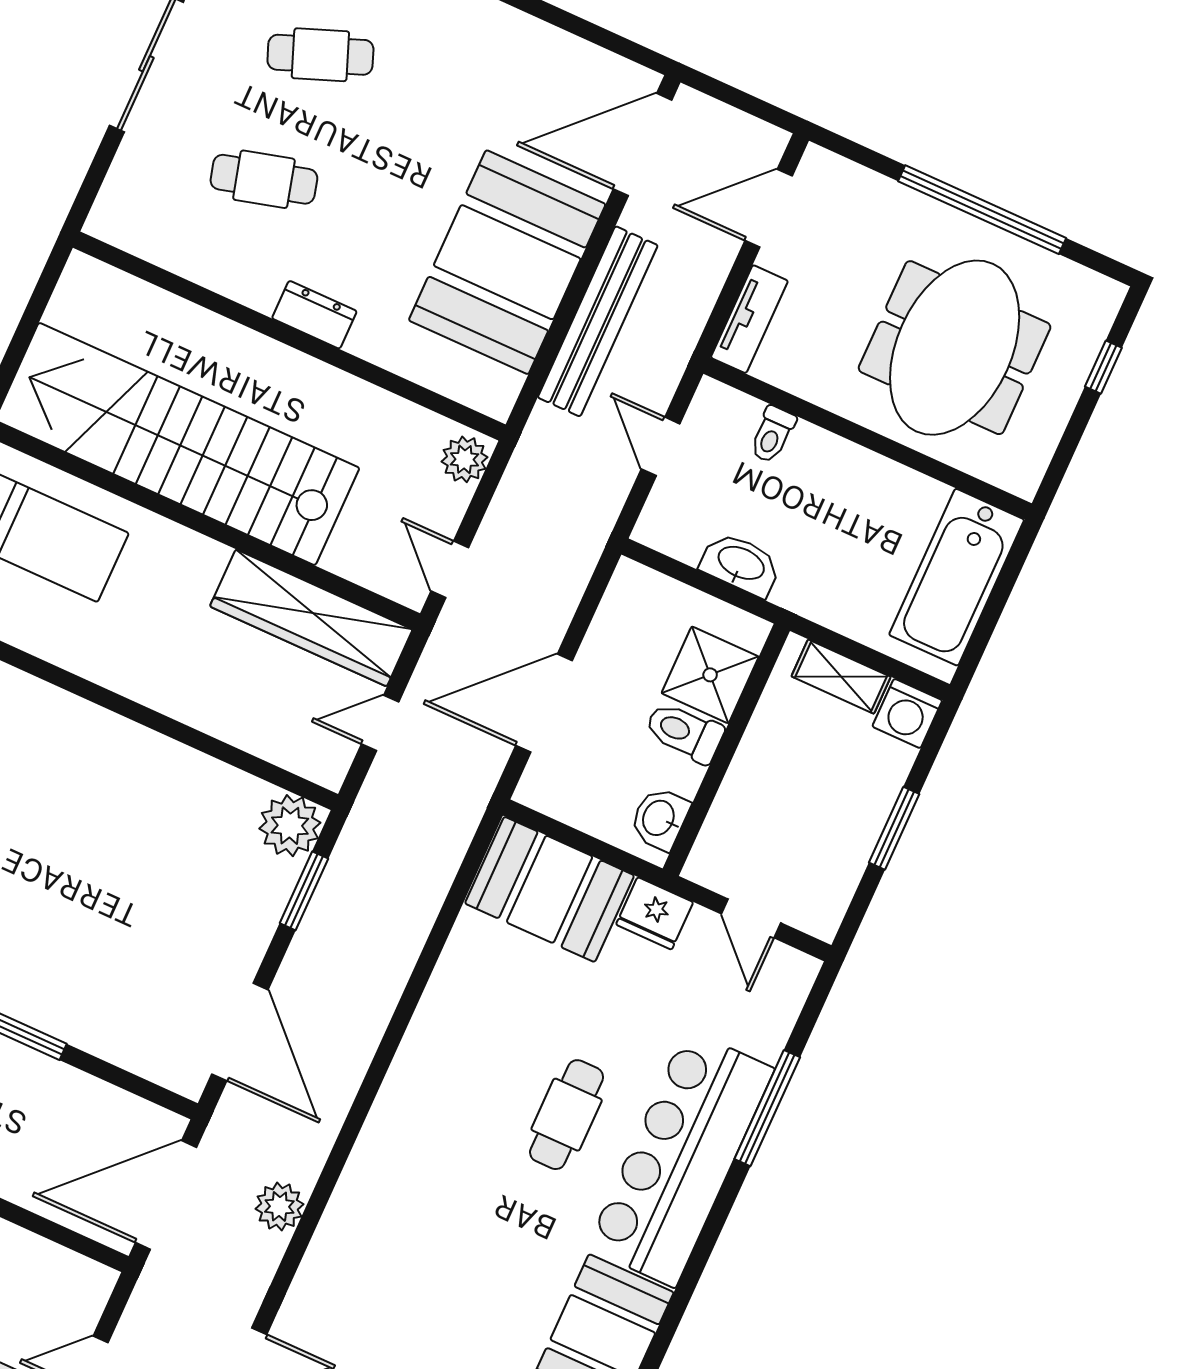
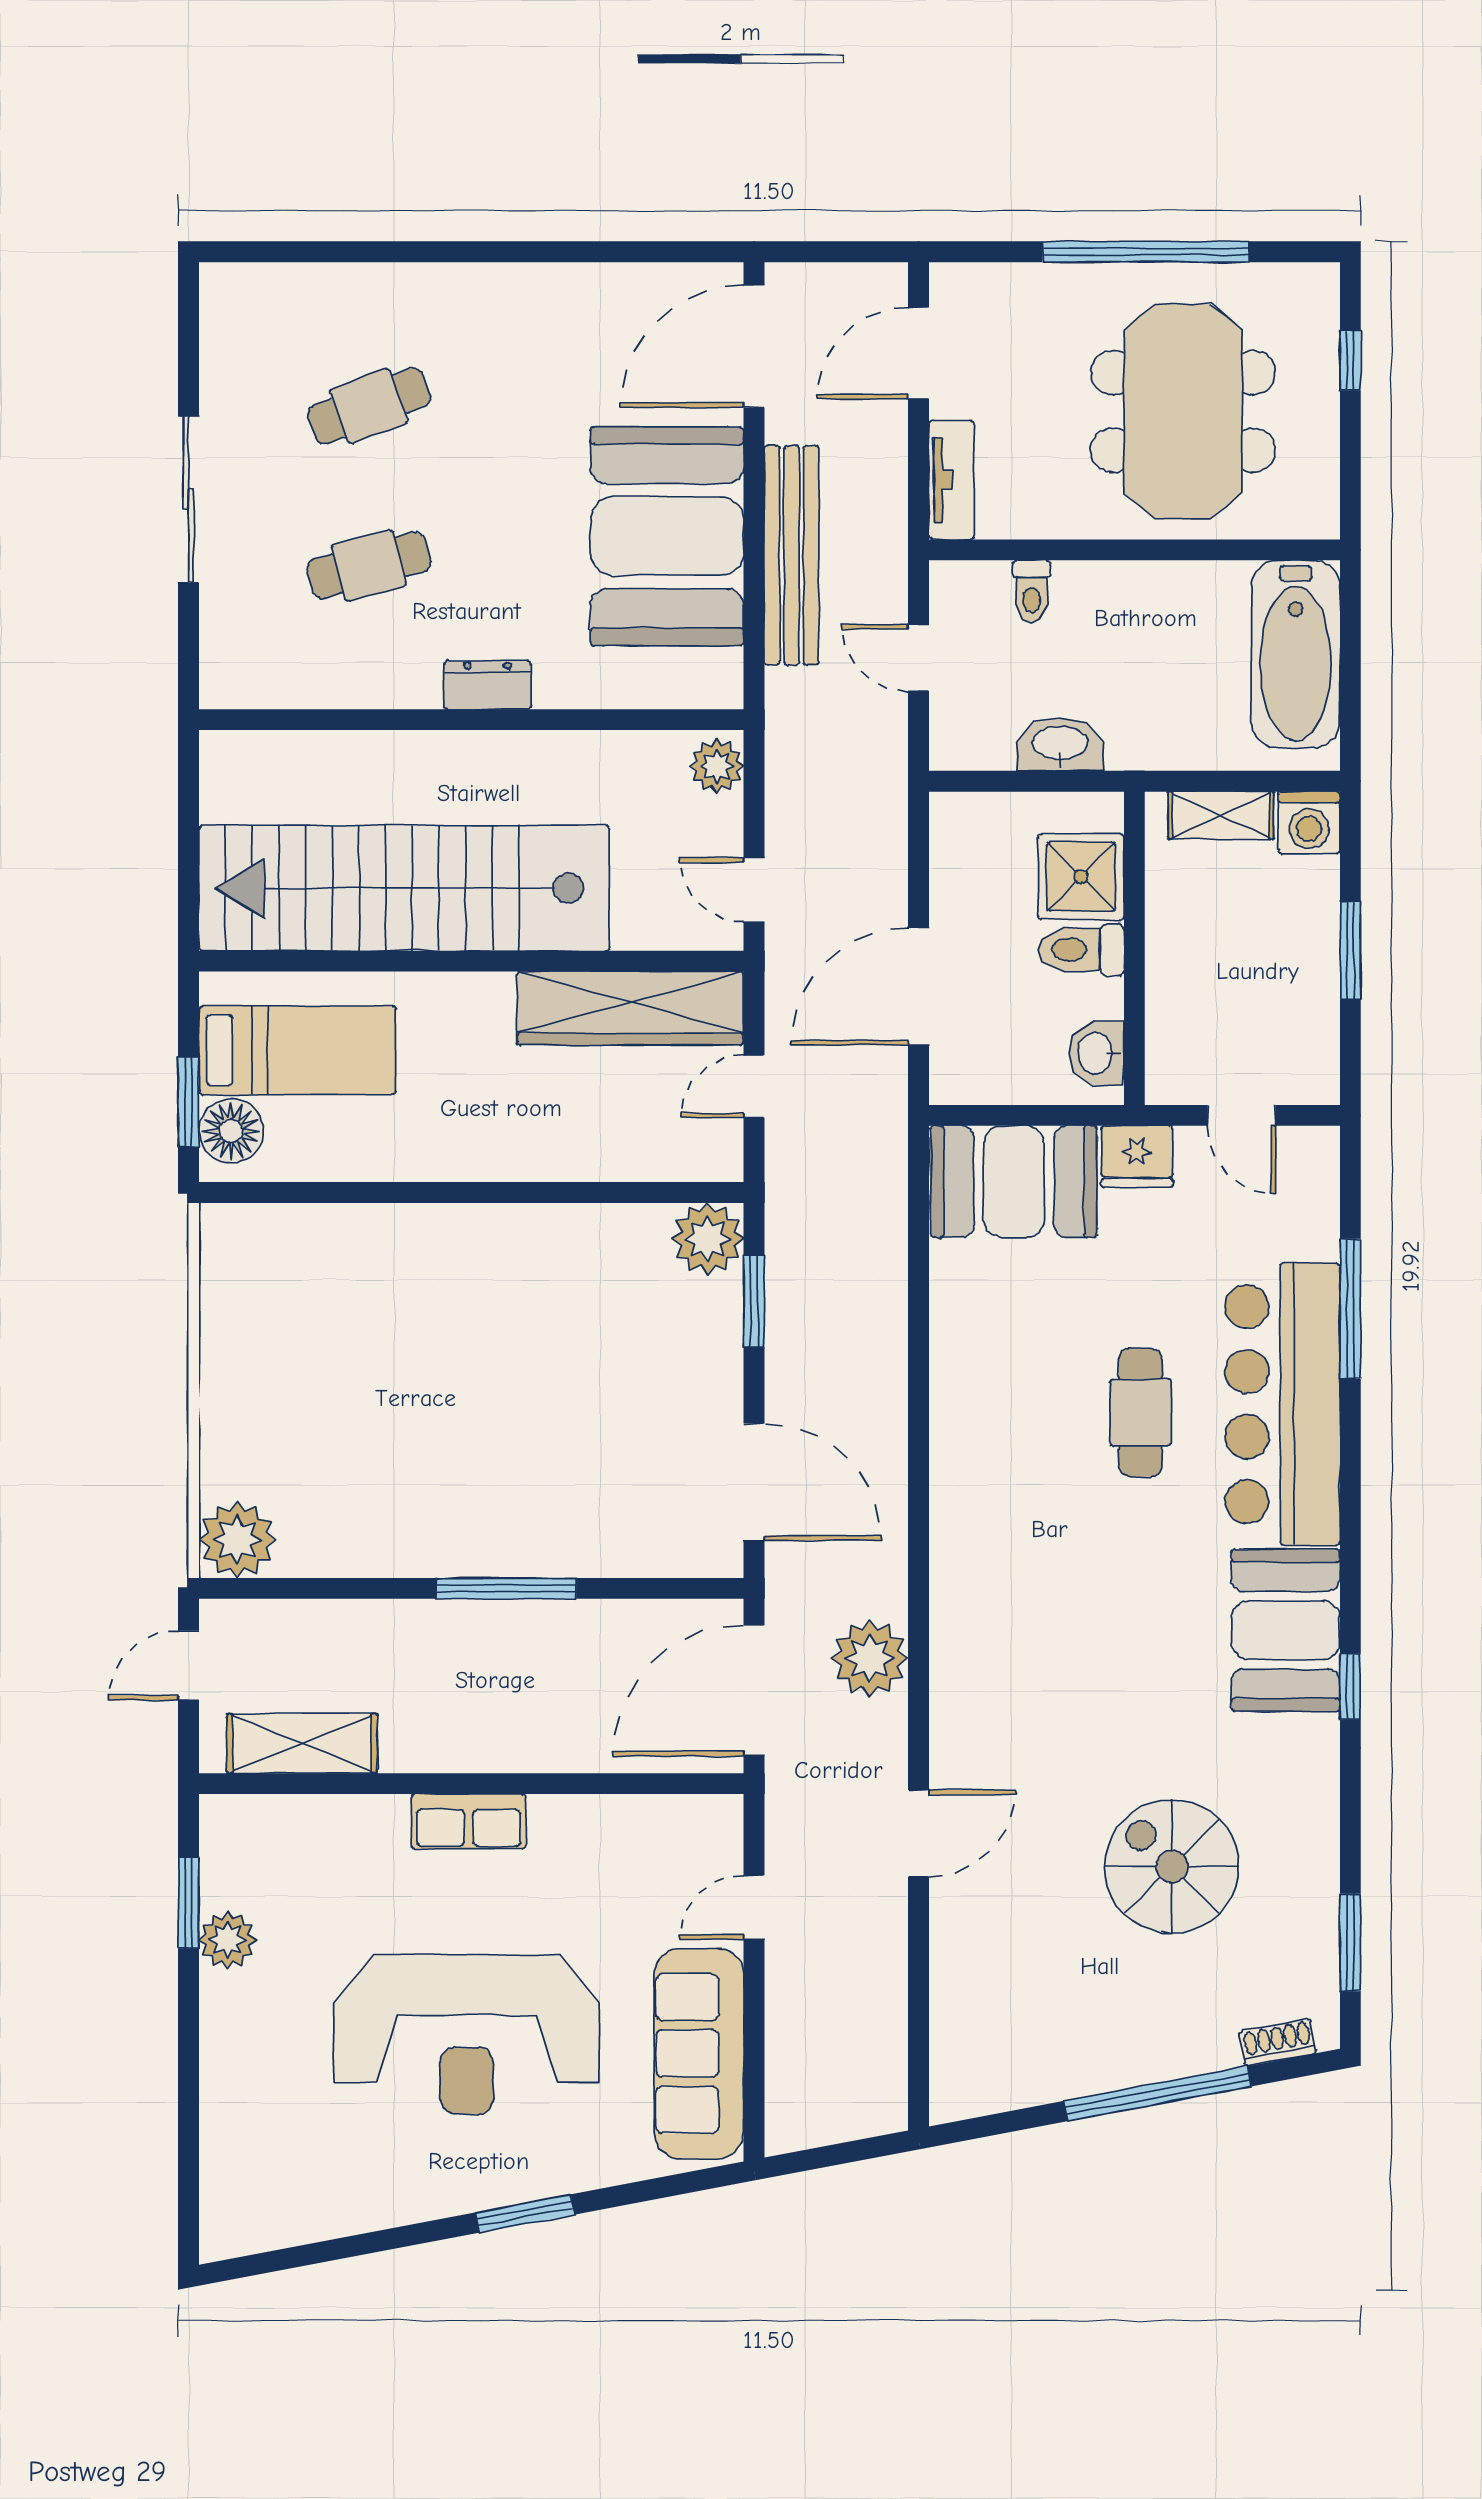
plant: (279, 1207) -> (870, 1658), width x1.36, depth x1.36

